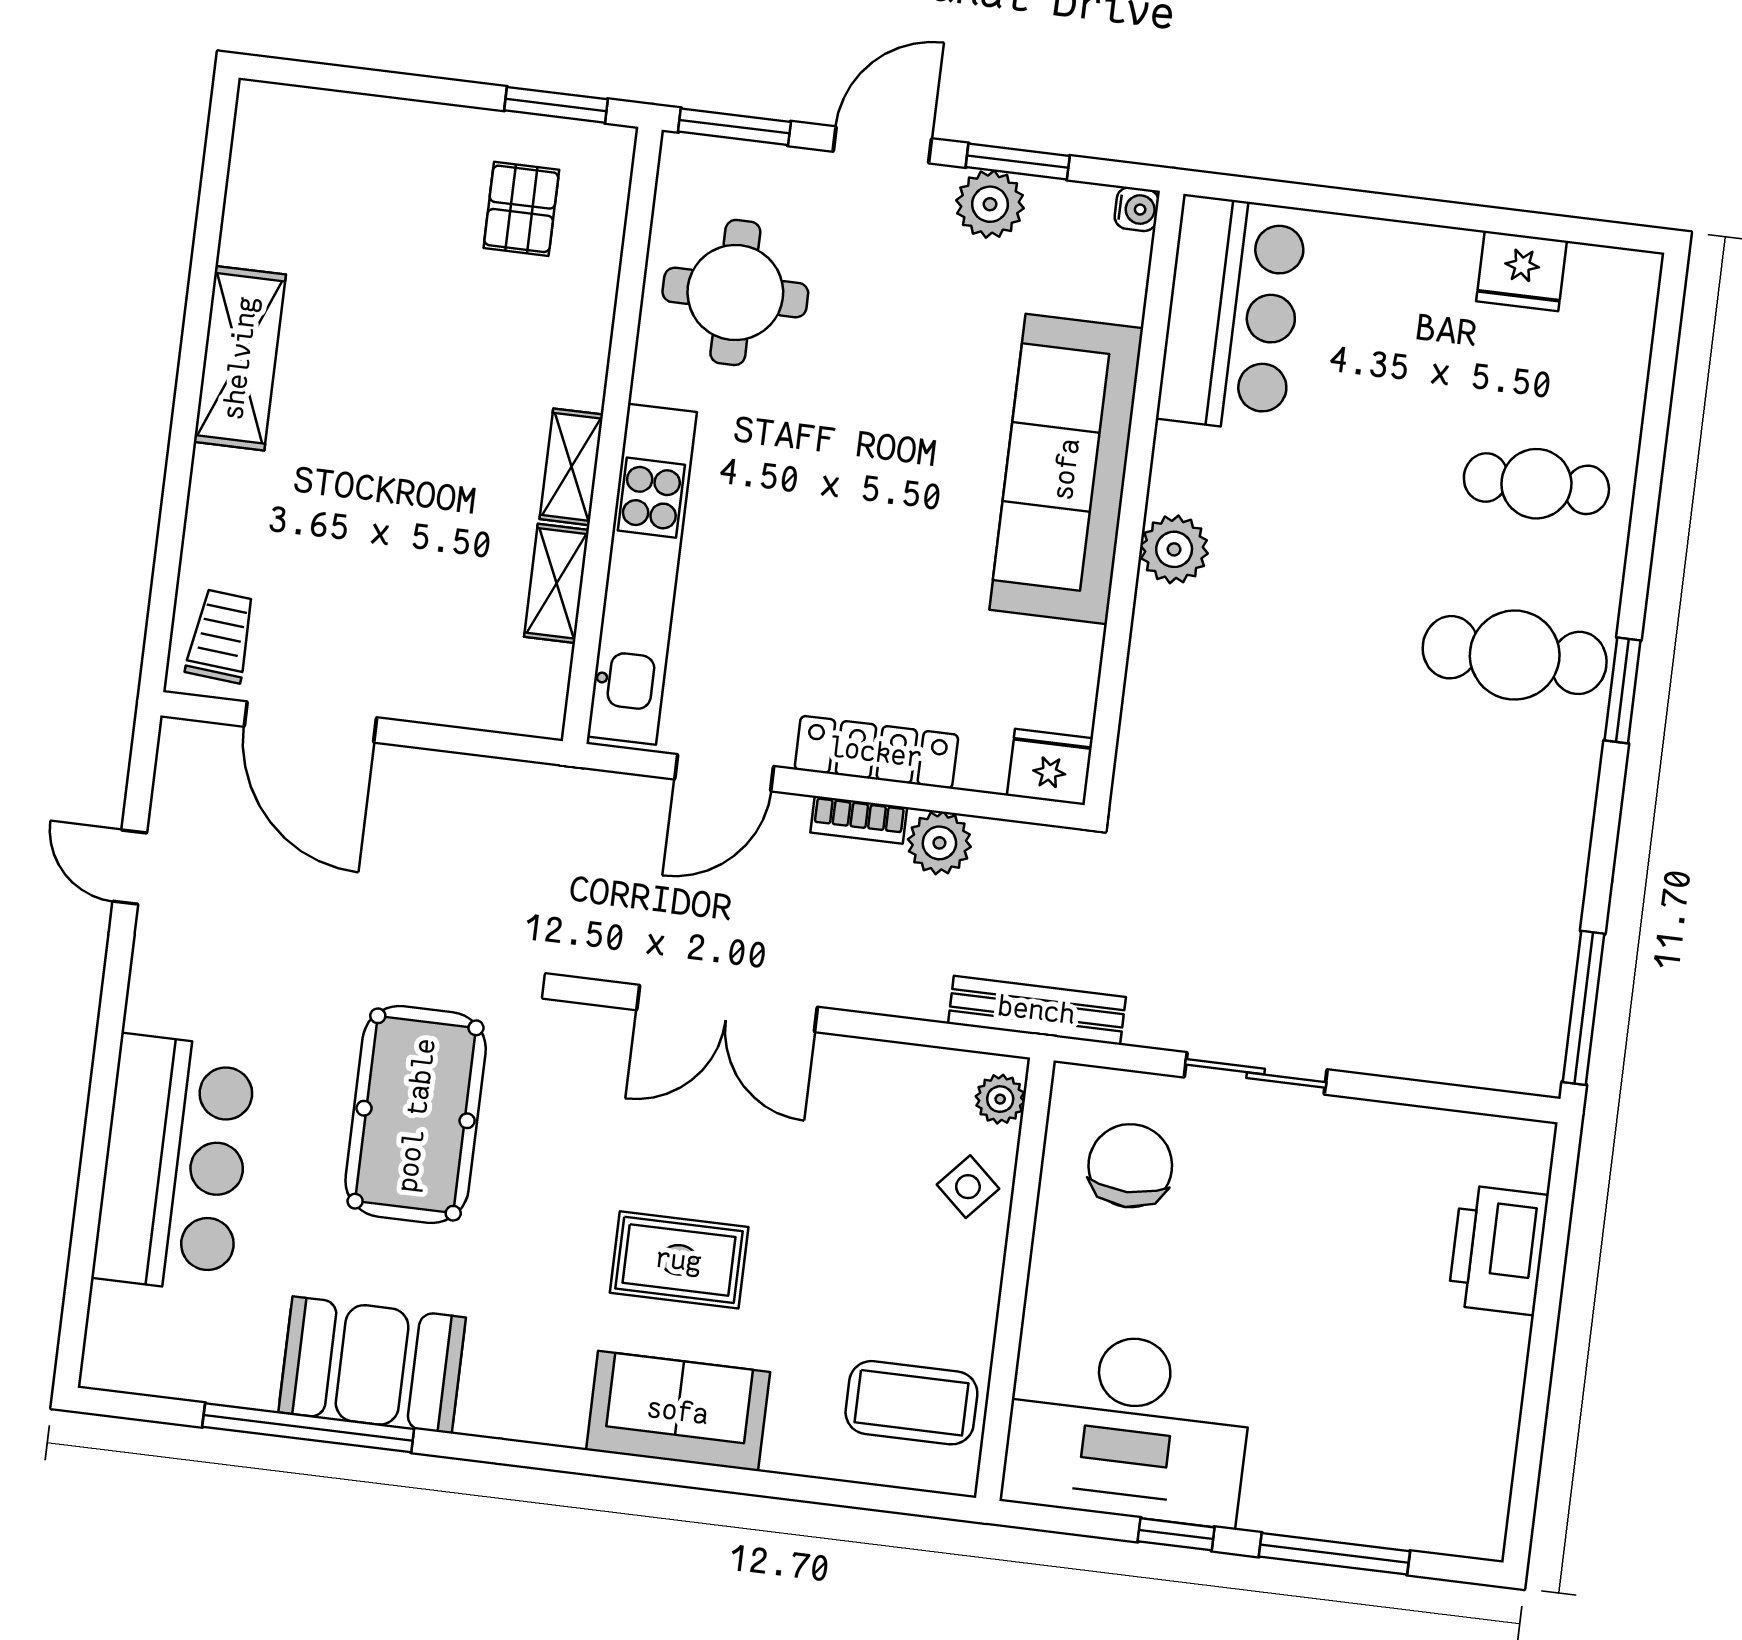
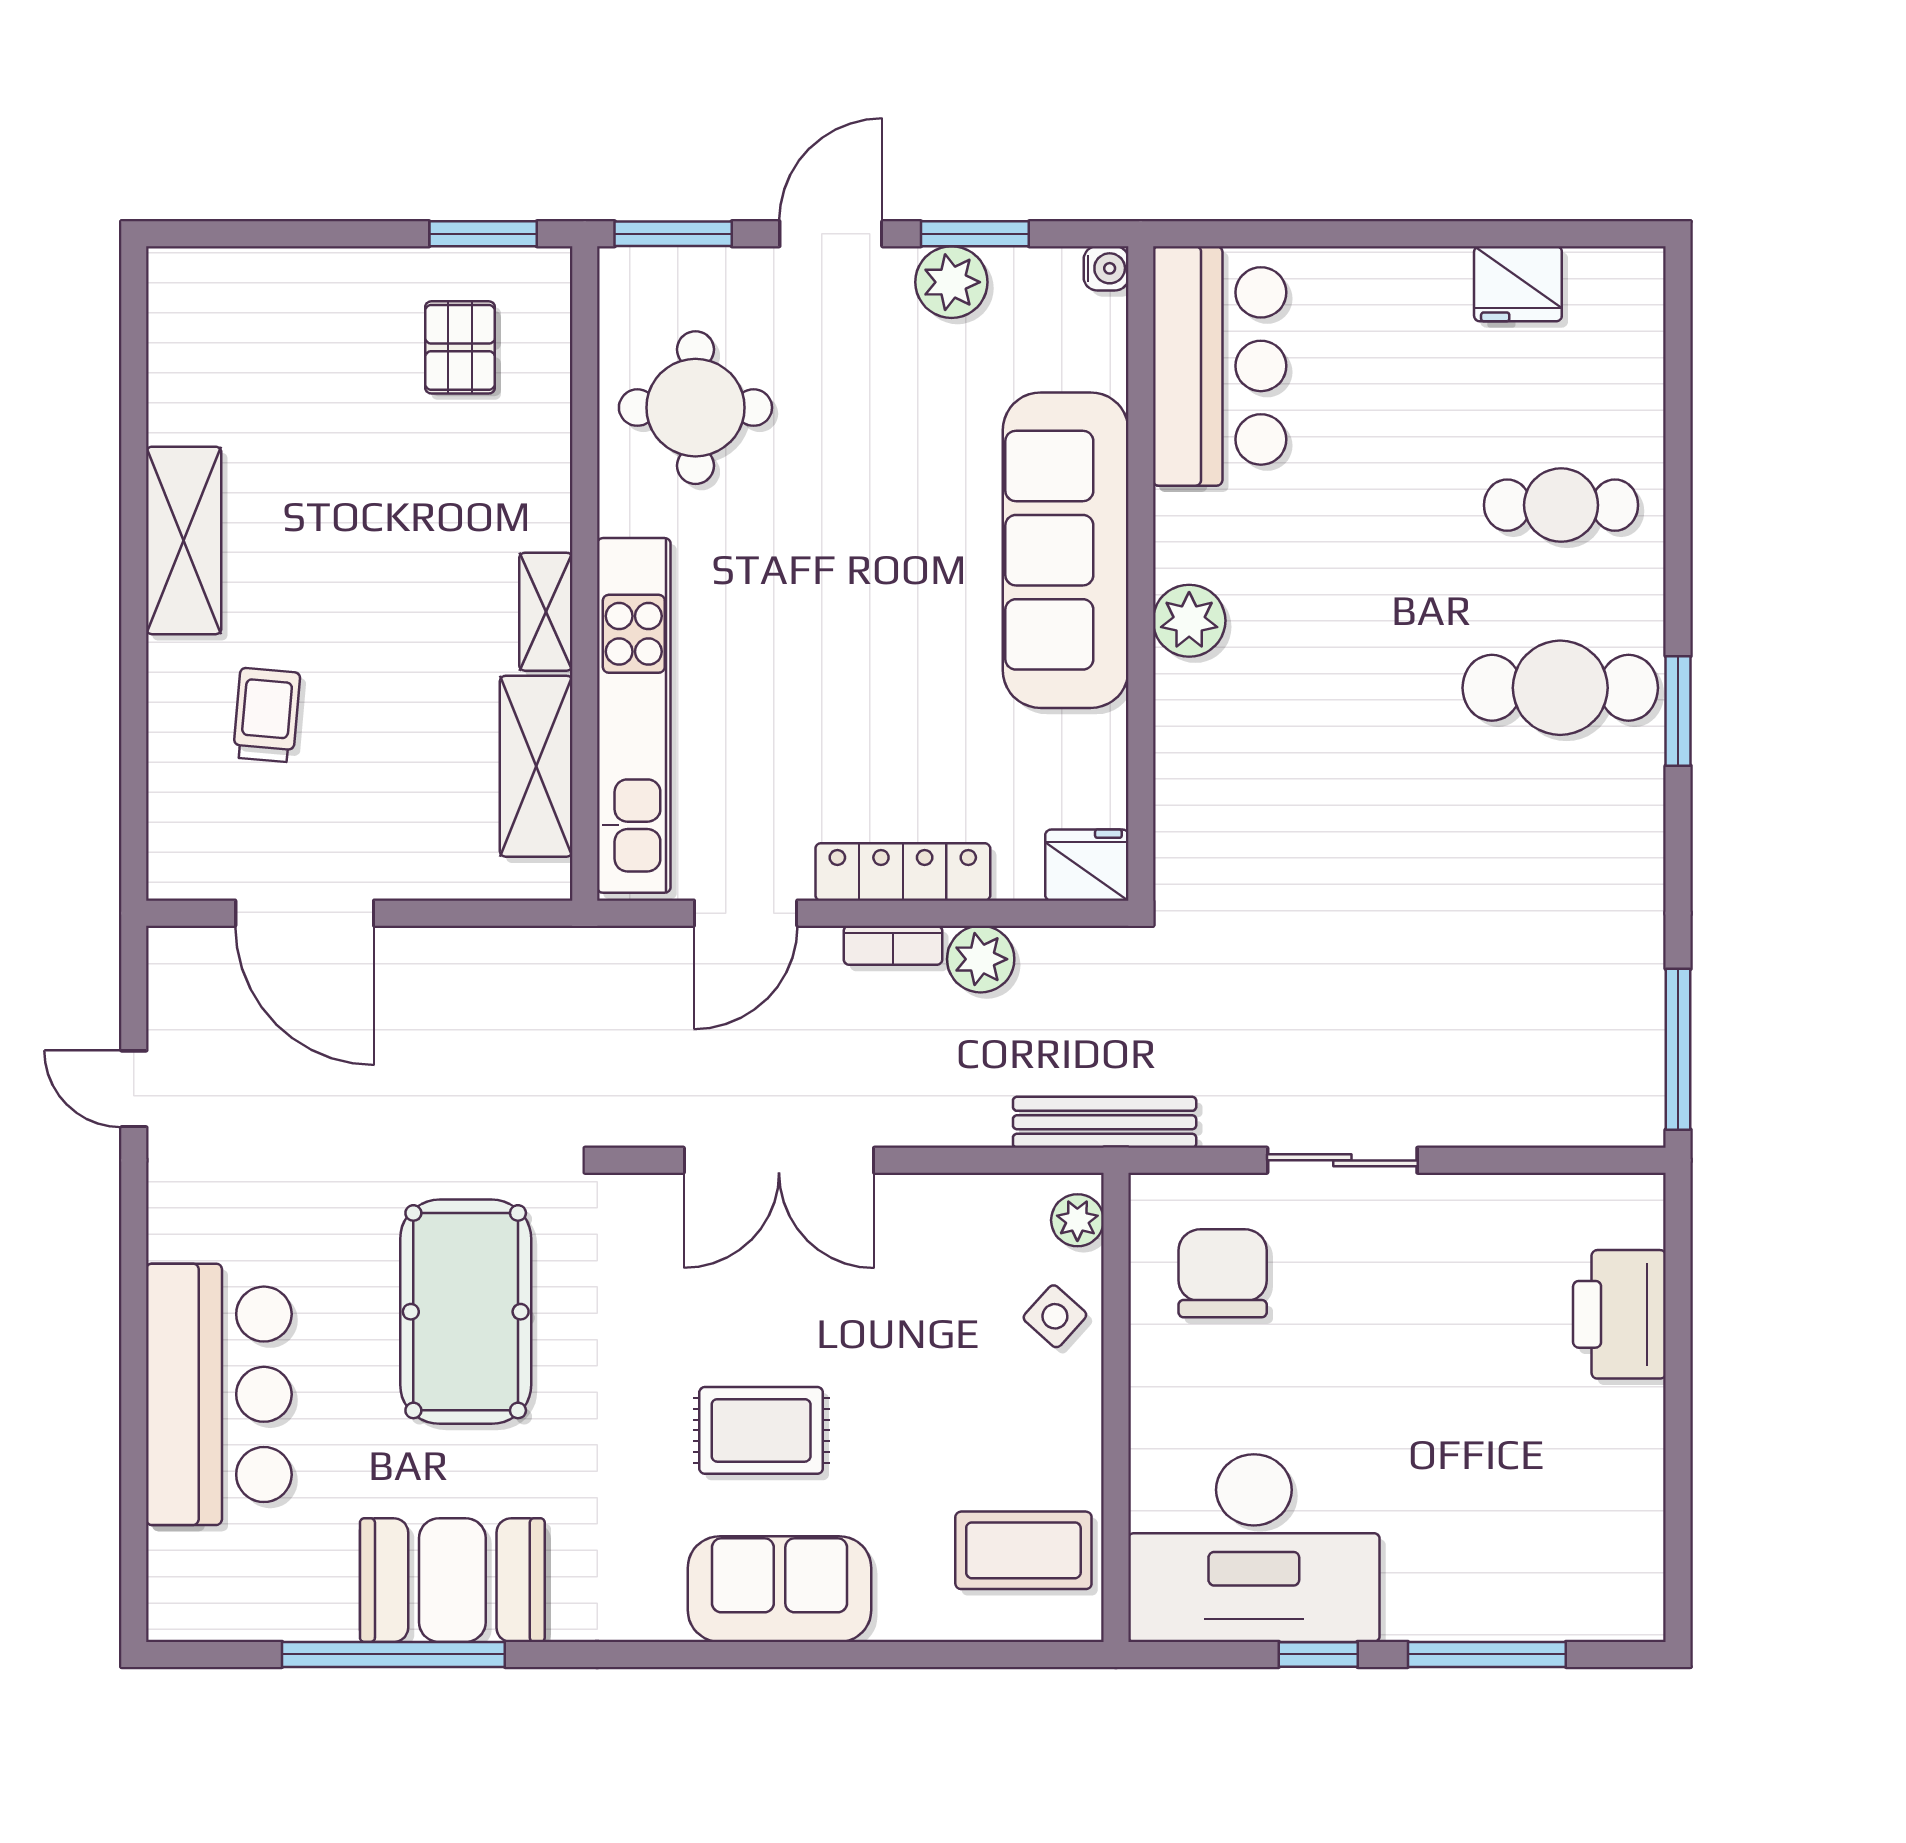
shelving: (557, 583) -> (536, 766), width x1.50, depth x1.33
trolley: (221, 636) -> (267, 715), moved

